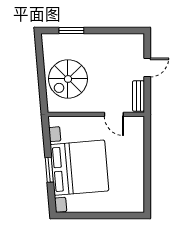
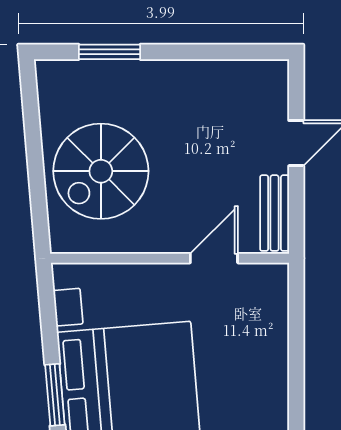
door: (114, 114) -> (214, 258), swing flipped

